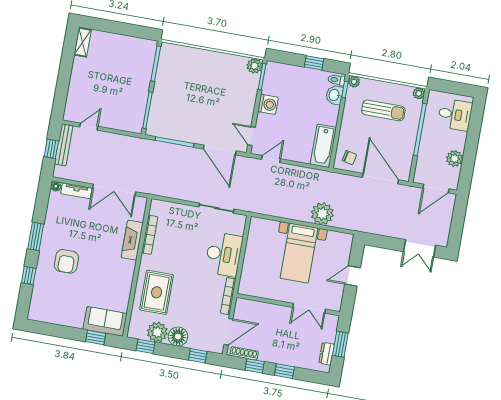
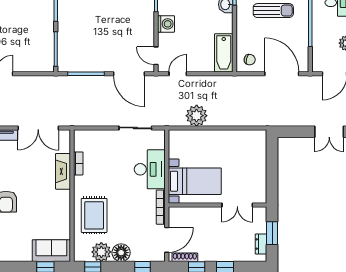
plant: (322, 214) -> (197, 116), moved
bookcase: (150, 235) -> (78, 163), width x0.64
bed with nightstands: (299, 253) -> (195, 181), moved, turned -90
door: (353, 276) -> (272, 168), removed

